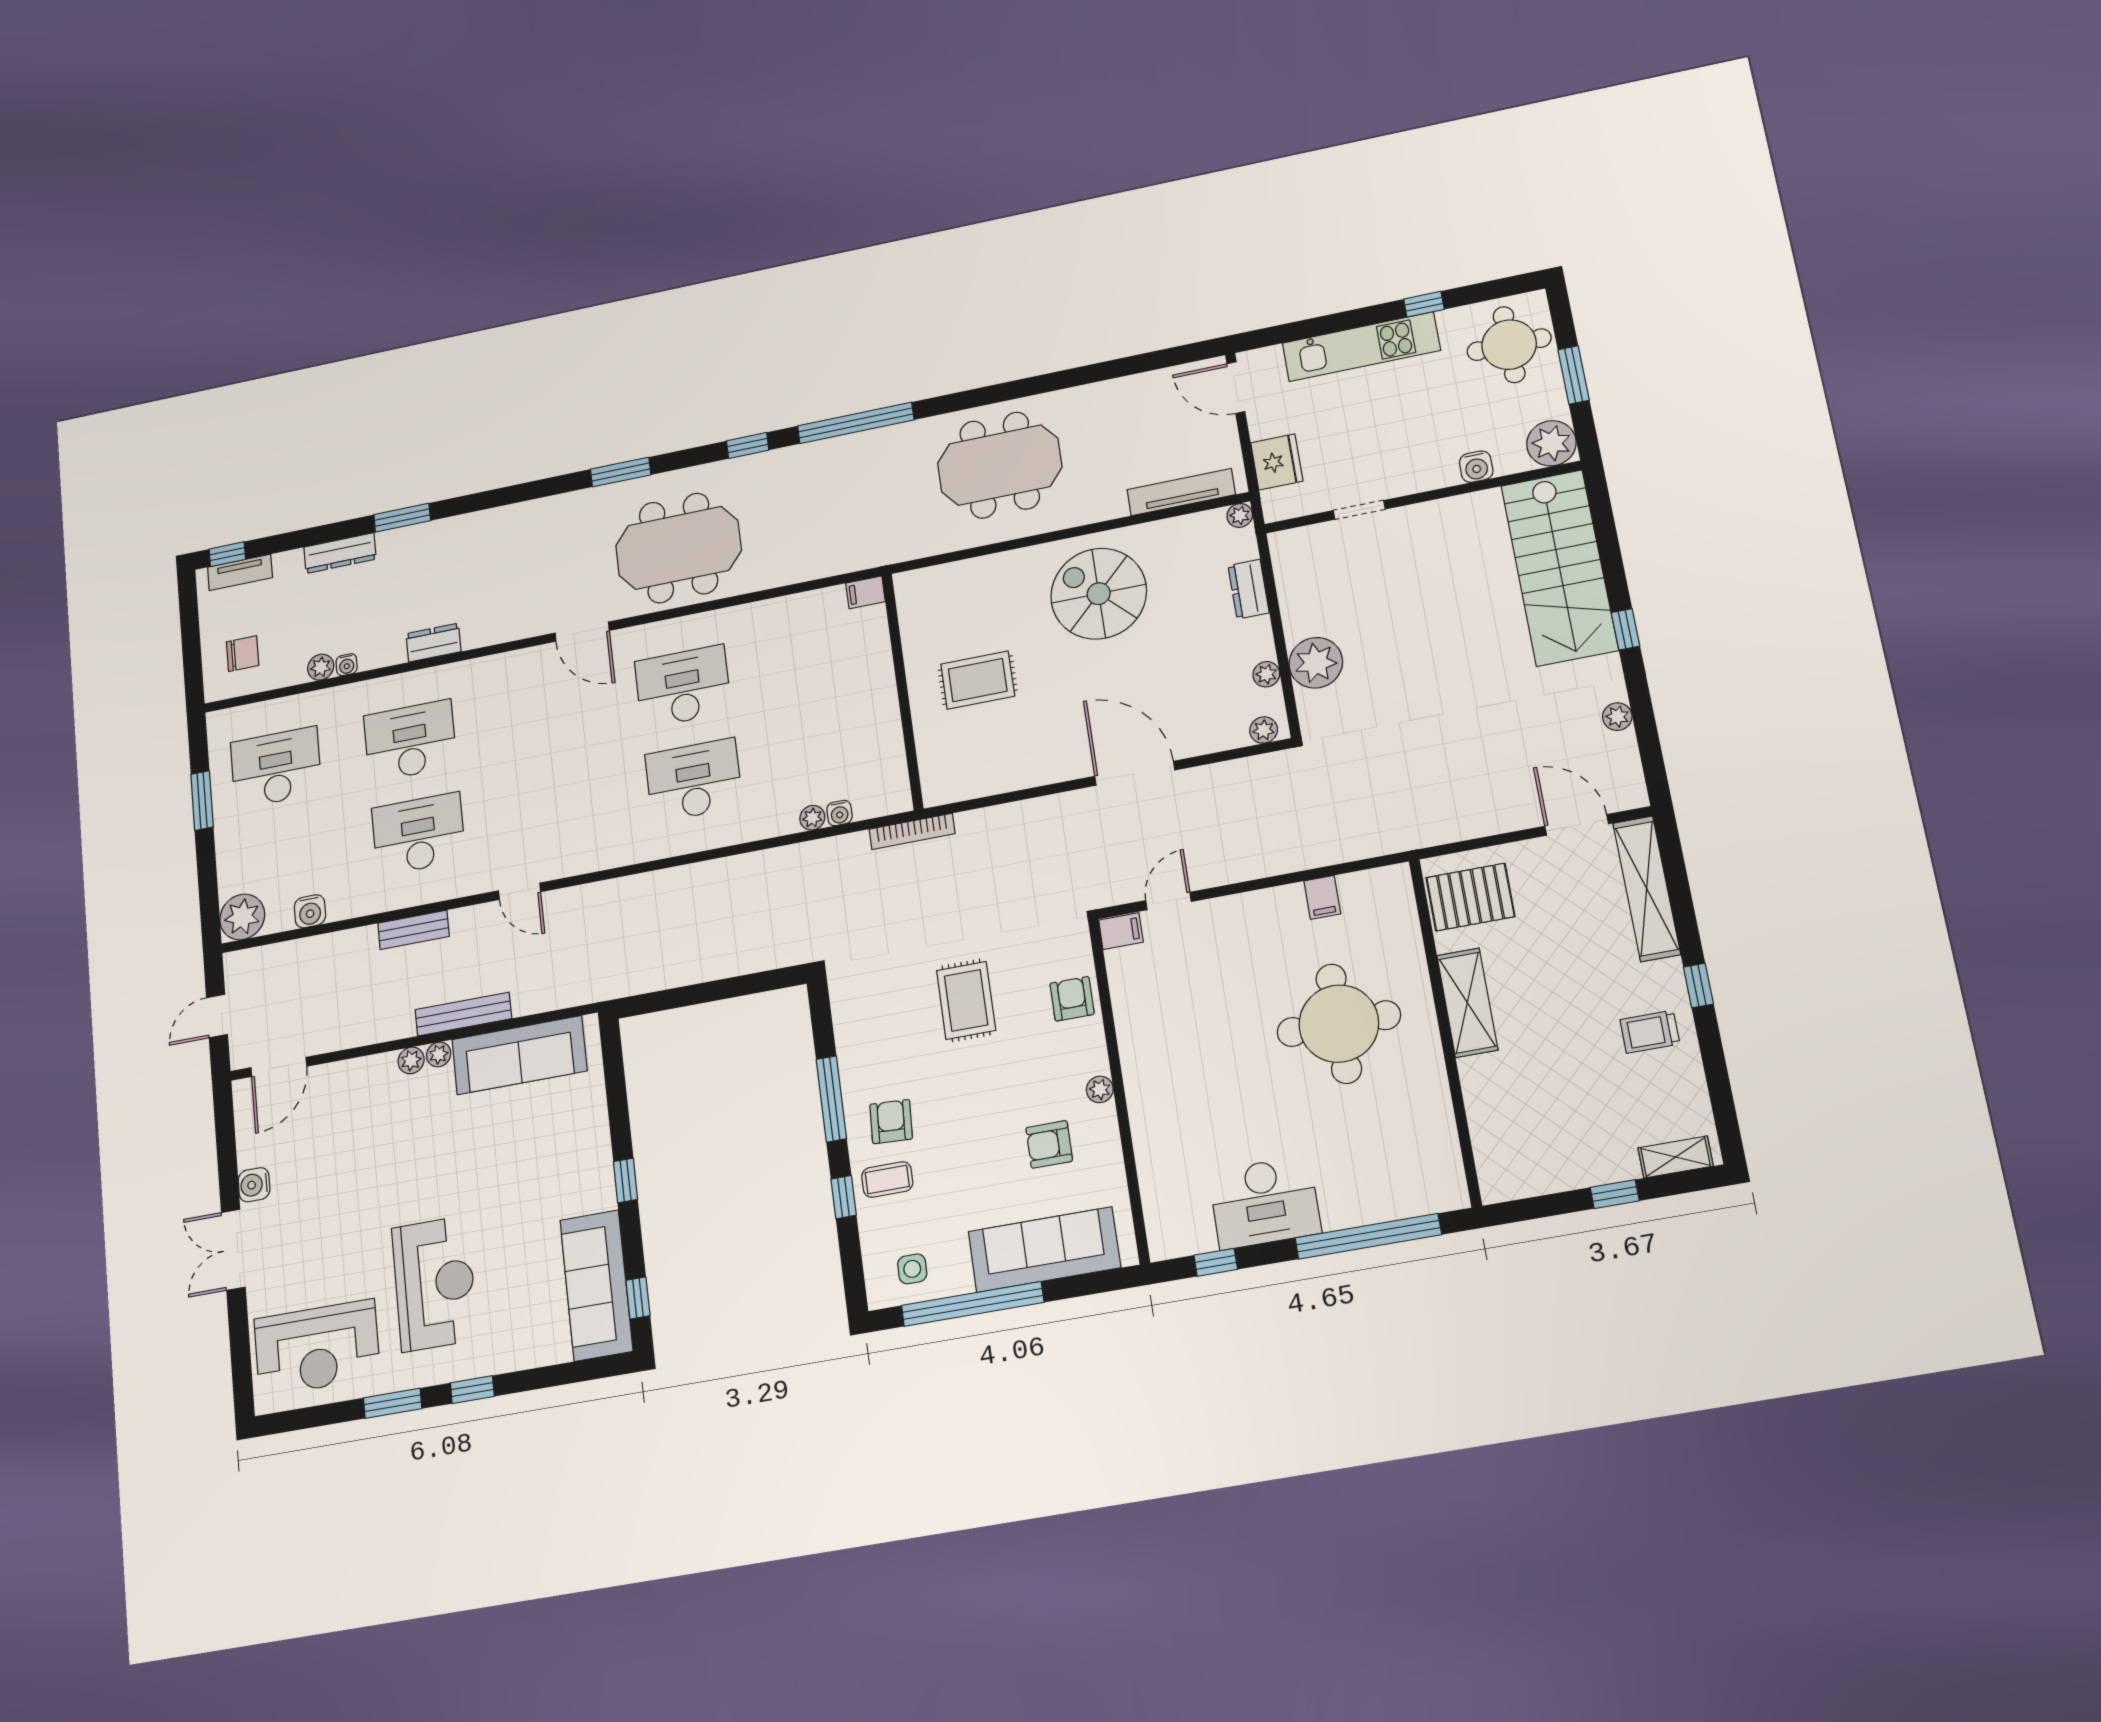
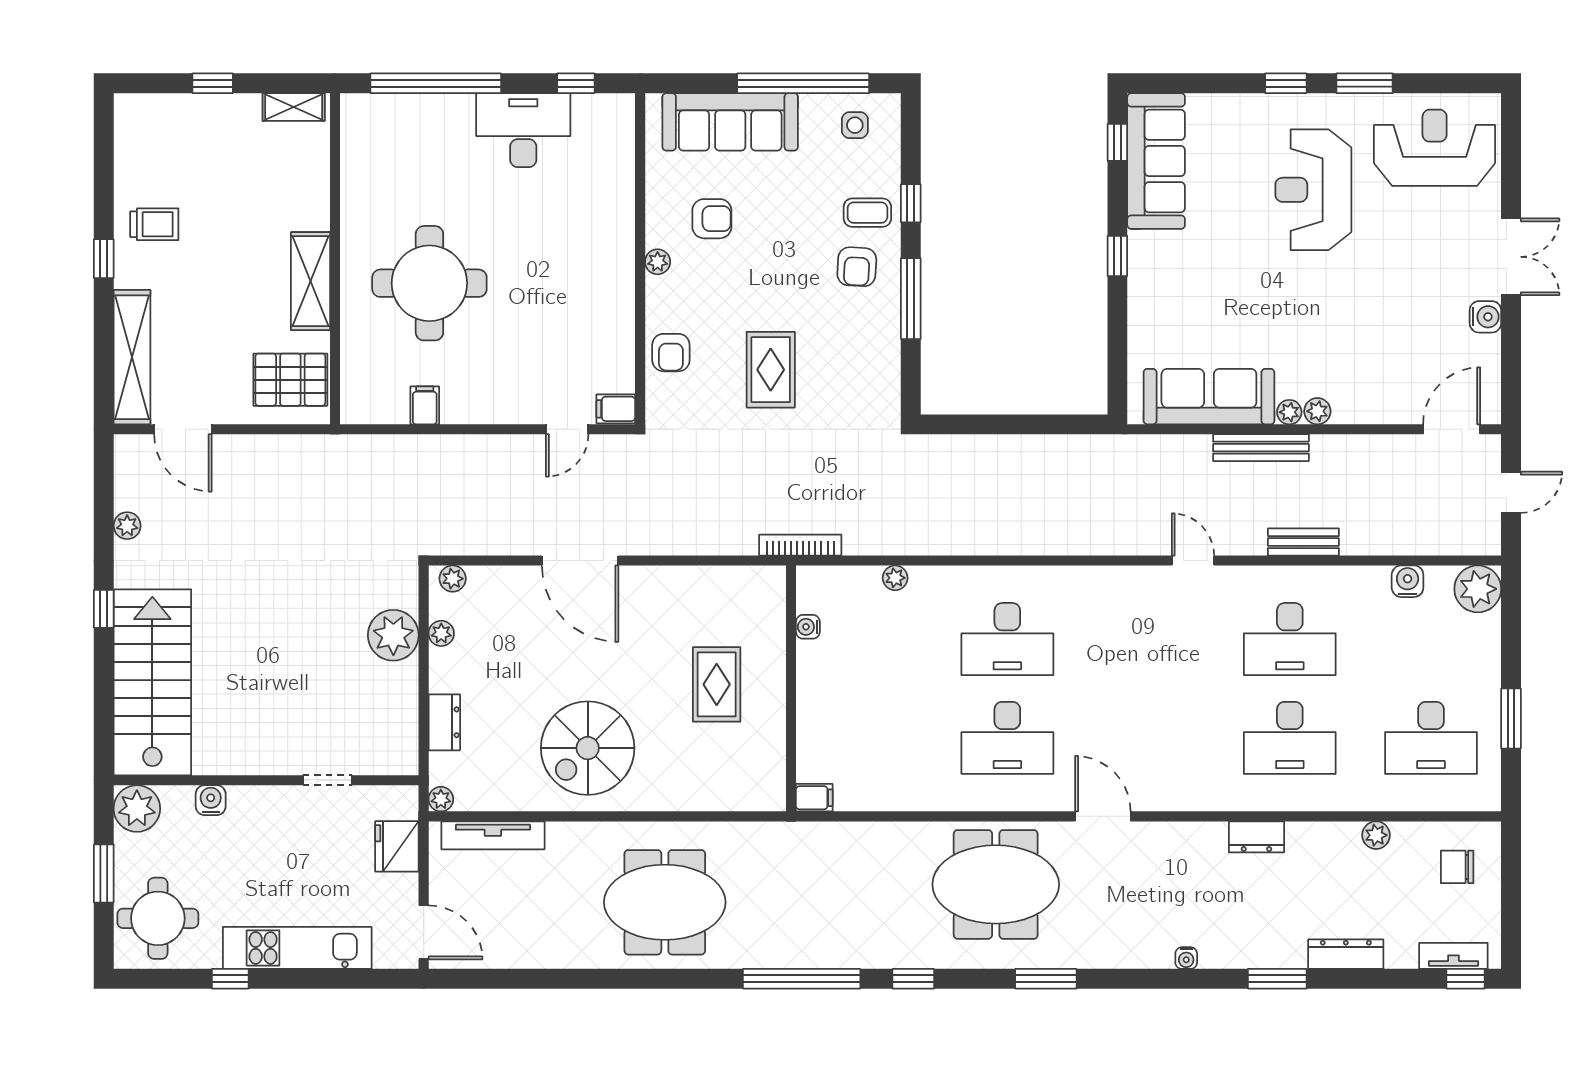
spiral stairs: (1099, 594) -> (588, 748), turned 90
water cooler: (347, 665) -> (1186, 958), moved, turned 180
rug: (978, 680) -> (717, 684), turned 90
water cooler: (839, 813) -> (808, 627), moved, turned -90
shelving: (1676, 1157) -> (294, 107), moved

